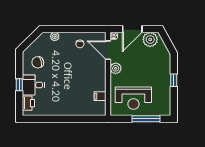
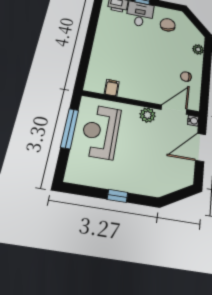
door: (132, 29) -> (201, 147), hinge flipped
plant: (150, 39) -> (183, 170), removed
window: (146, 119) -> (70, 129), moved

